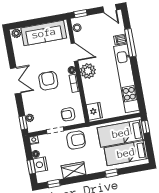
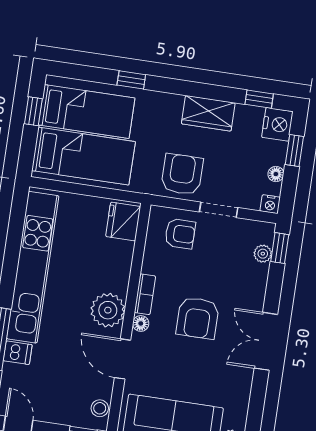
window: (146, 127) -> (33, 111), moved
armchair: (76, 140) -> (182, 174), turned 90
nightstand: (40, 165) -> (277, 124), moved

